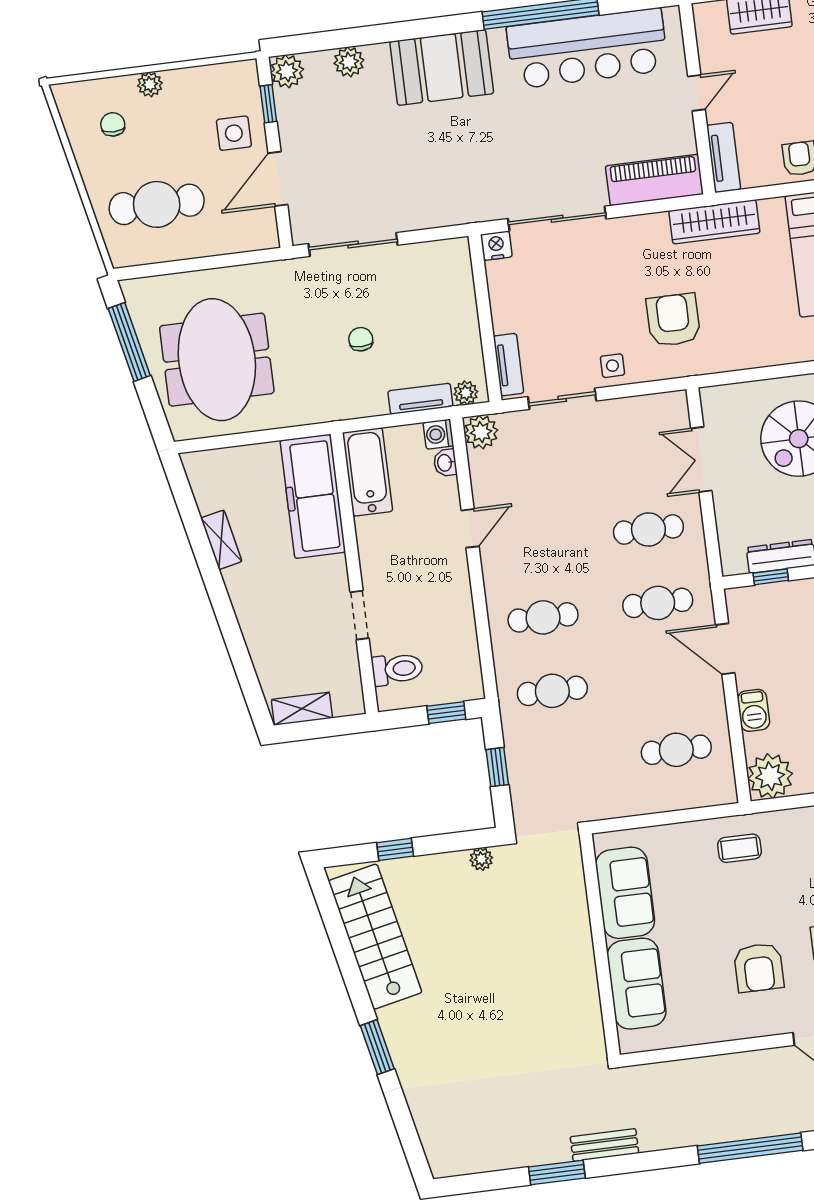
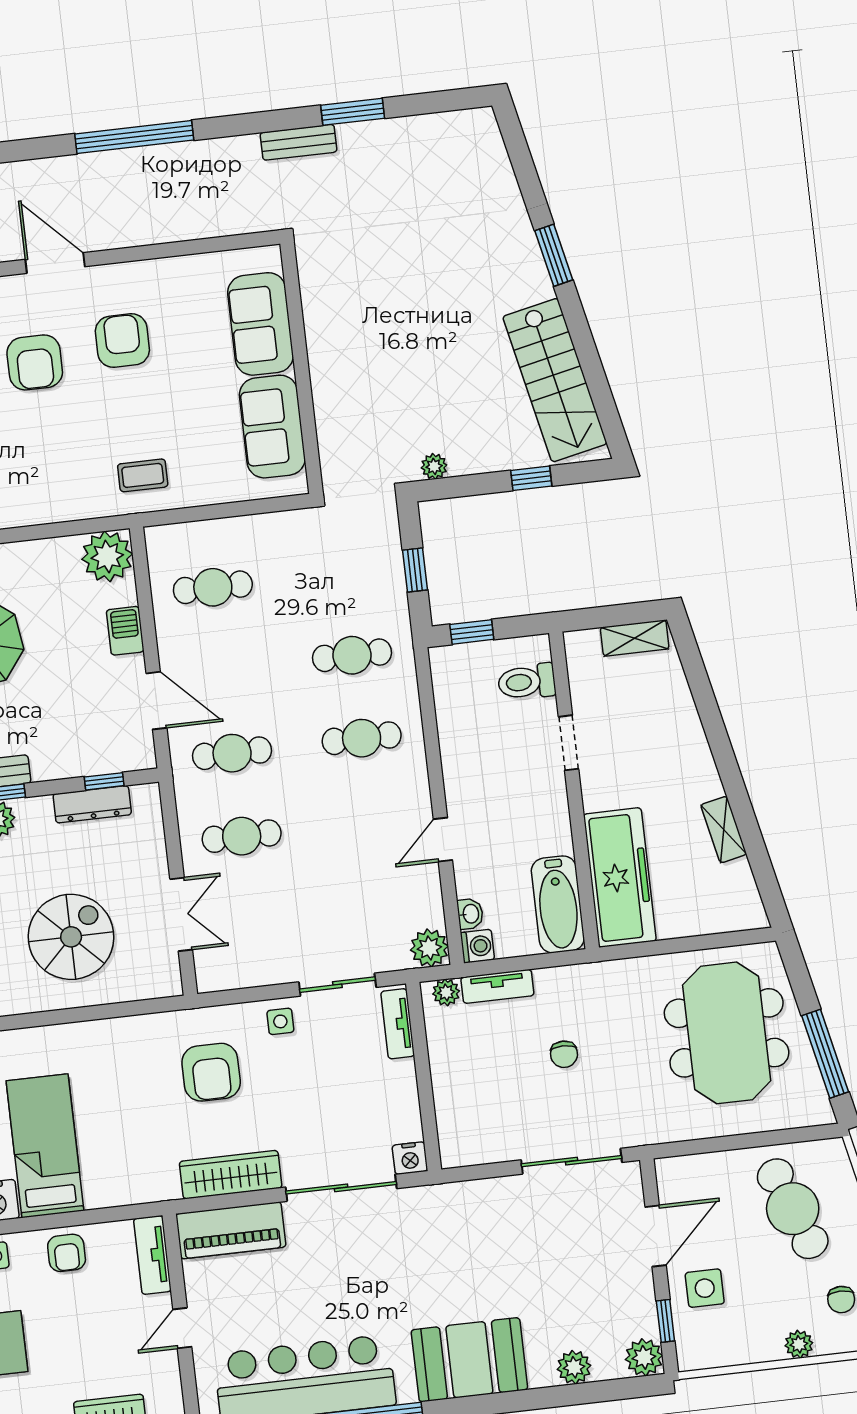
cafe table: (157, 204) -> (793, 1209), turned 69
wardrobe: (714, 222) -> (231, 1175), moved

